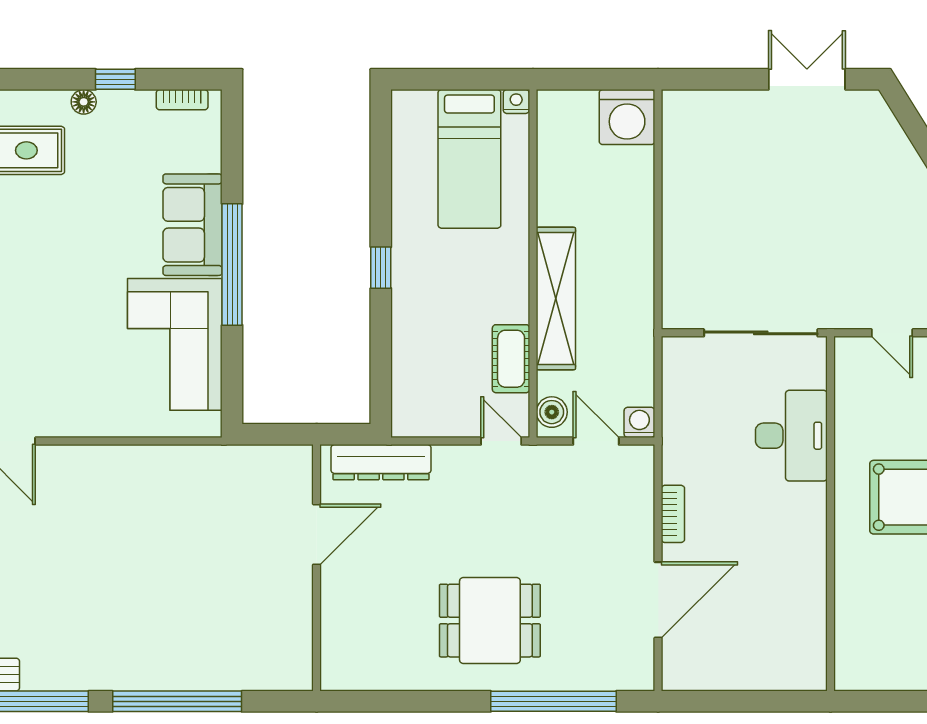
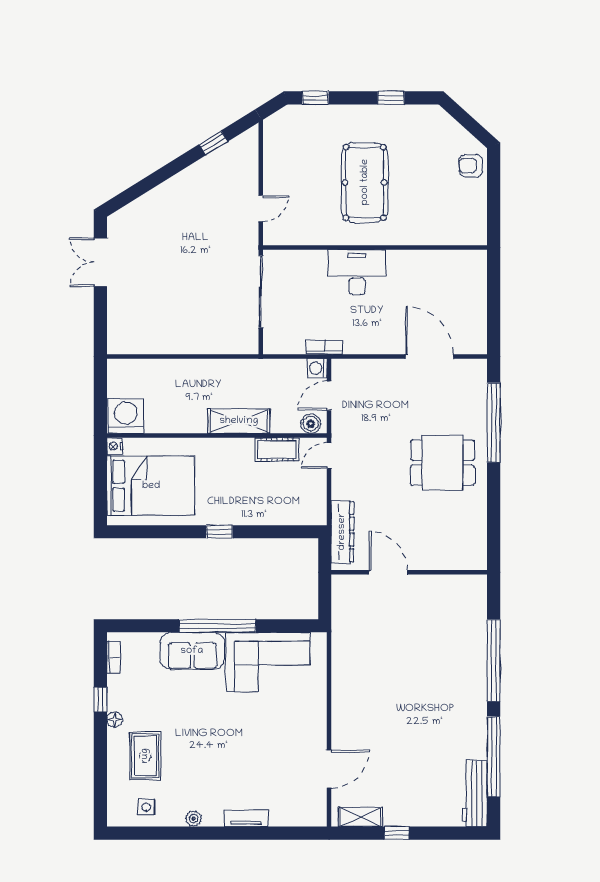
washing machine: (627, 117) -> (126, 416), moved, turned -90
bed: (469, 159) -> (151, 486), width x1.50
shelving: (556, 299) -> (239, 421), width x0.68
desk: (791, 436) -> (357, 272), moved
bookcase: (673, 514) -> (324, 347), moved
dining table: (490, 621) -> (443, 463), turned 90

